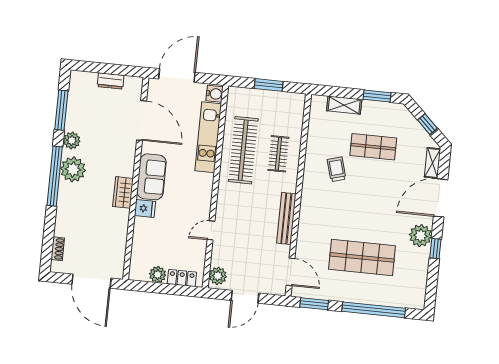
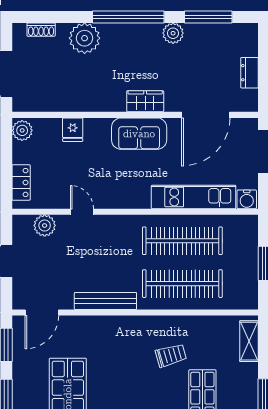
shelving: (344, 105) -> (249, 341), moved
clothes rail: (278, 154) -> (182, 284), width x1.86, depth x1.31
plant: (73, 169) -> (85, 38), moved
wardrobe: (123, 192) -> (145, 101), moved
fridge: (145, 209) -> (73, 130), moved
plant: (158, 275) -> (22, 130), moved
plant: (218, 276) -> (45, 226), moved

